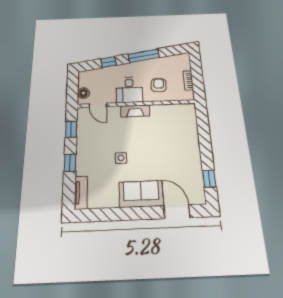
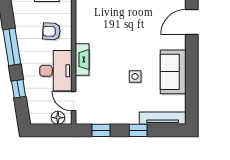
desk: (129, 90) -> (56, 71), width x1.37
door: (98, 105) -> (74, 101), swing flipped
tv unit: (81, 193) -> (163, 118), width x1.41
sofa: (141, 194) -> (173, 72), moved

